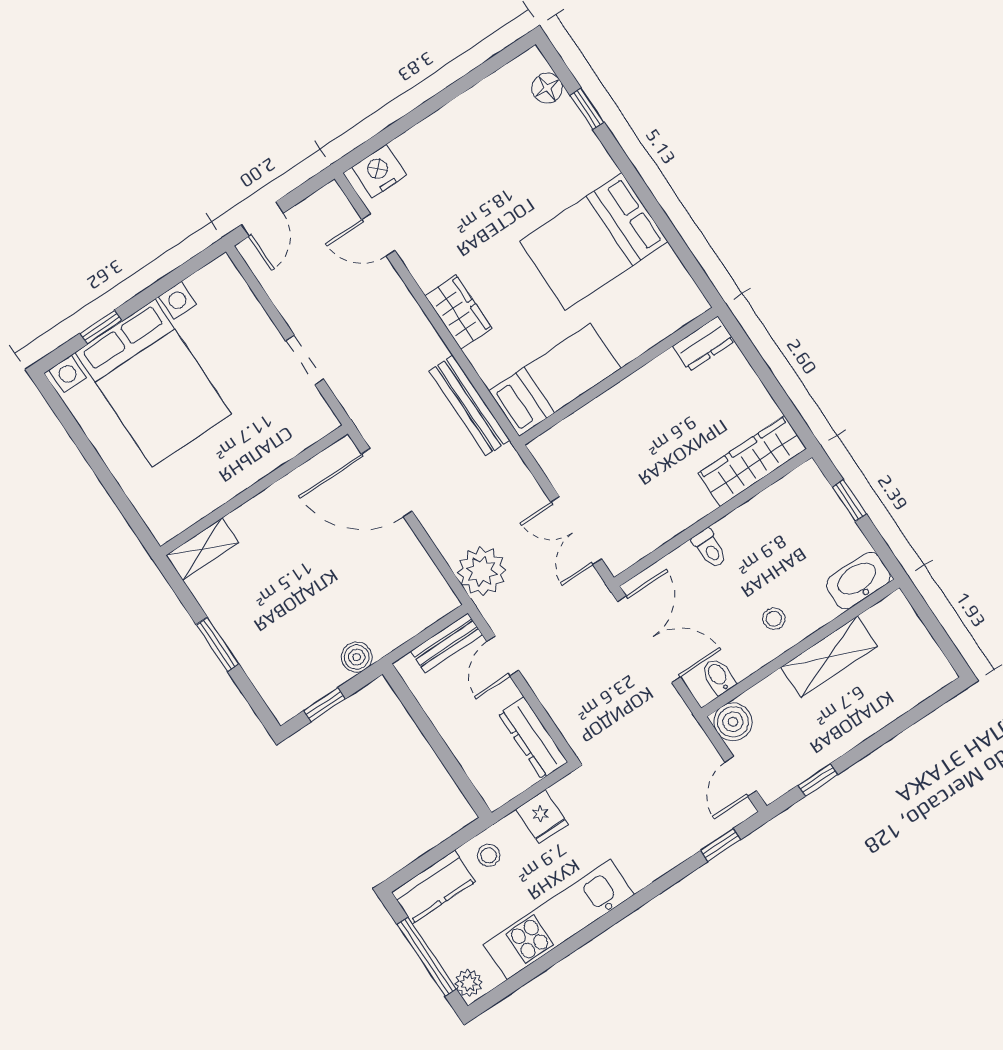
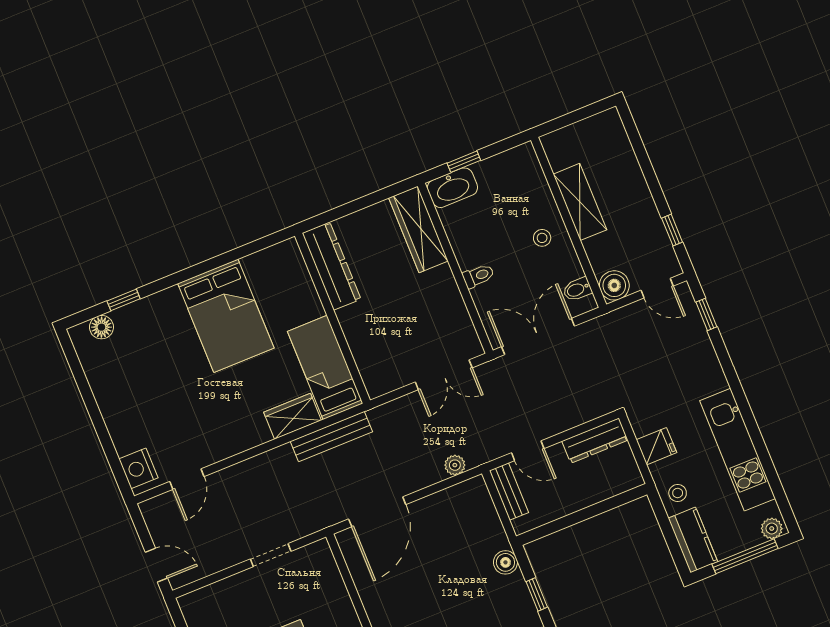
wardrobe: (458, 312) -> (292, 416), moved
dresser: (704, 344) -> (332, 266), width x1.96, depth x1.24
plant: (482, 571) -> (455, 465), width x0.53, depth x0.53
washbasin: (858, 581) -> (452, 188), moved, turned -90

